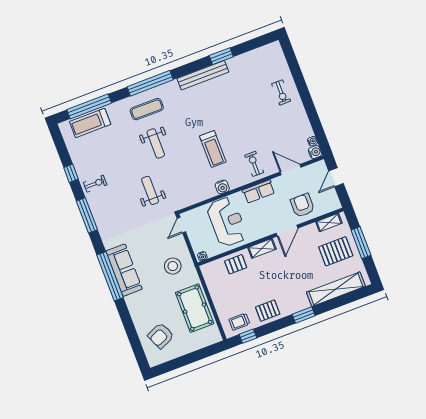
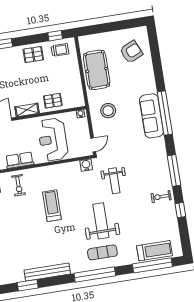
weight bench: (156, 143) -> (101, 221), width x1.36, depth x1.33
water cooler: (222, 187) -> (86, 165), moved

